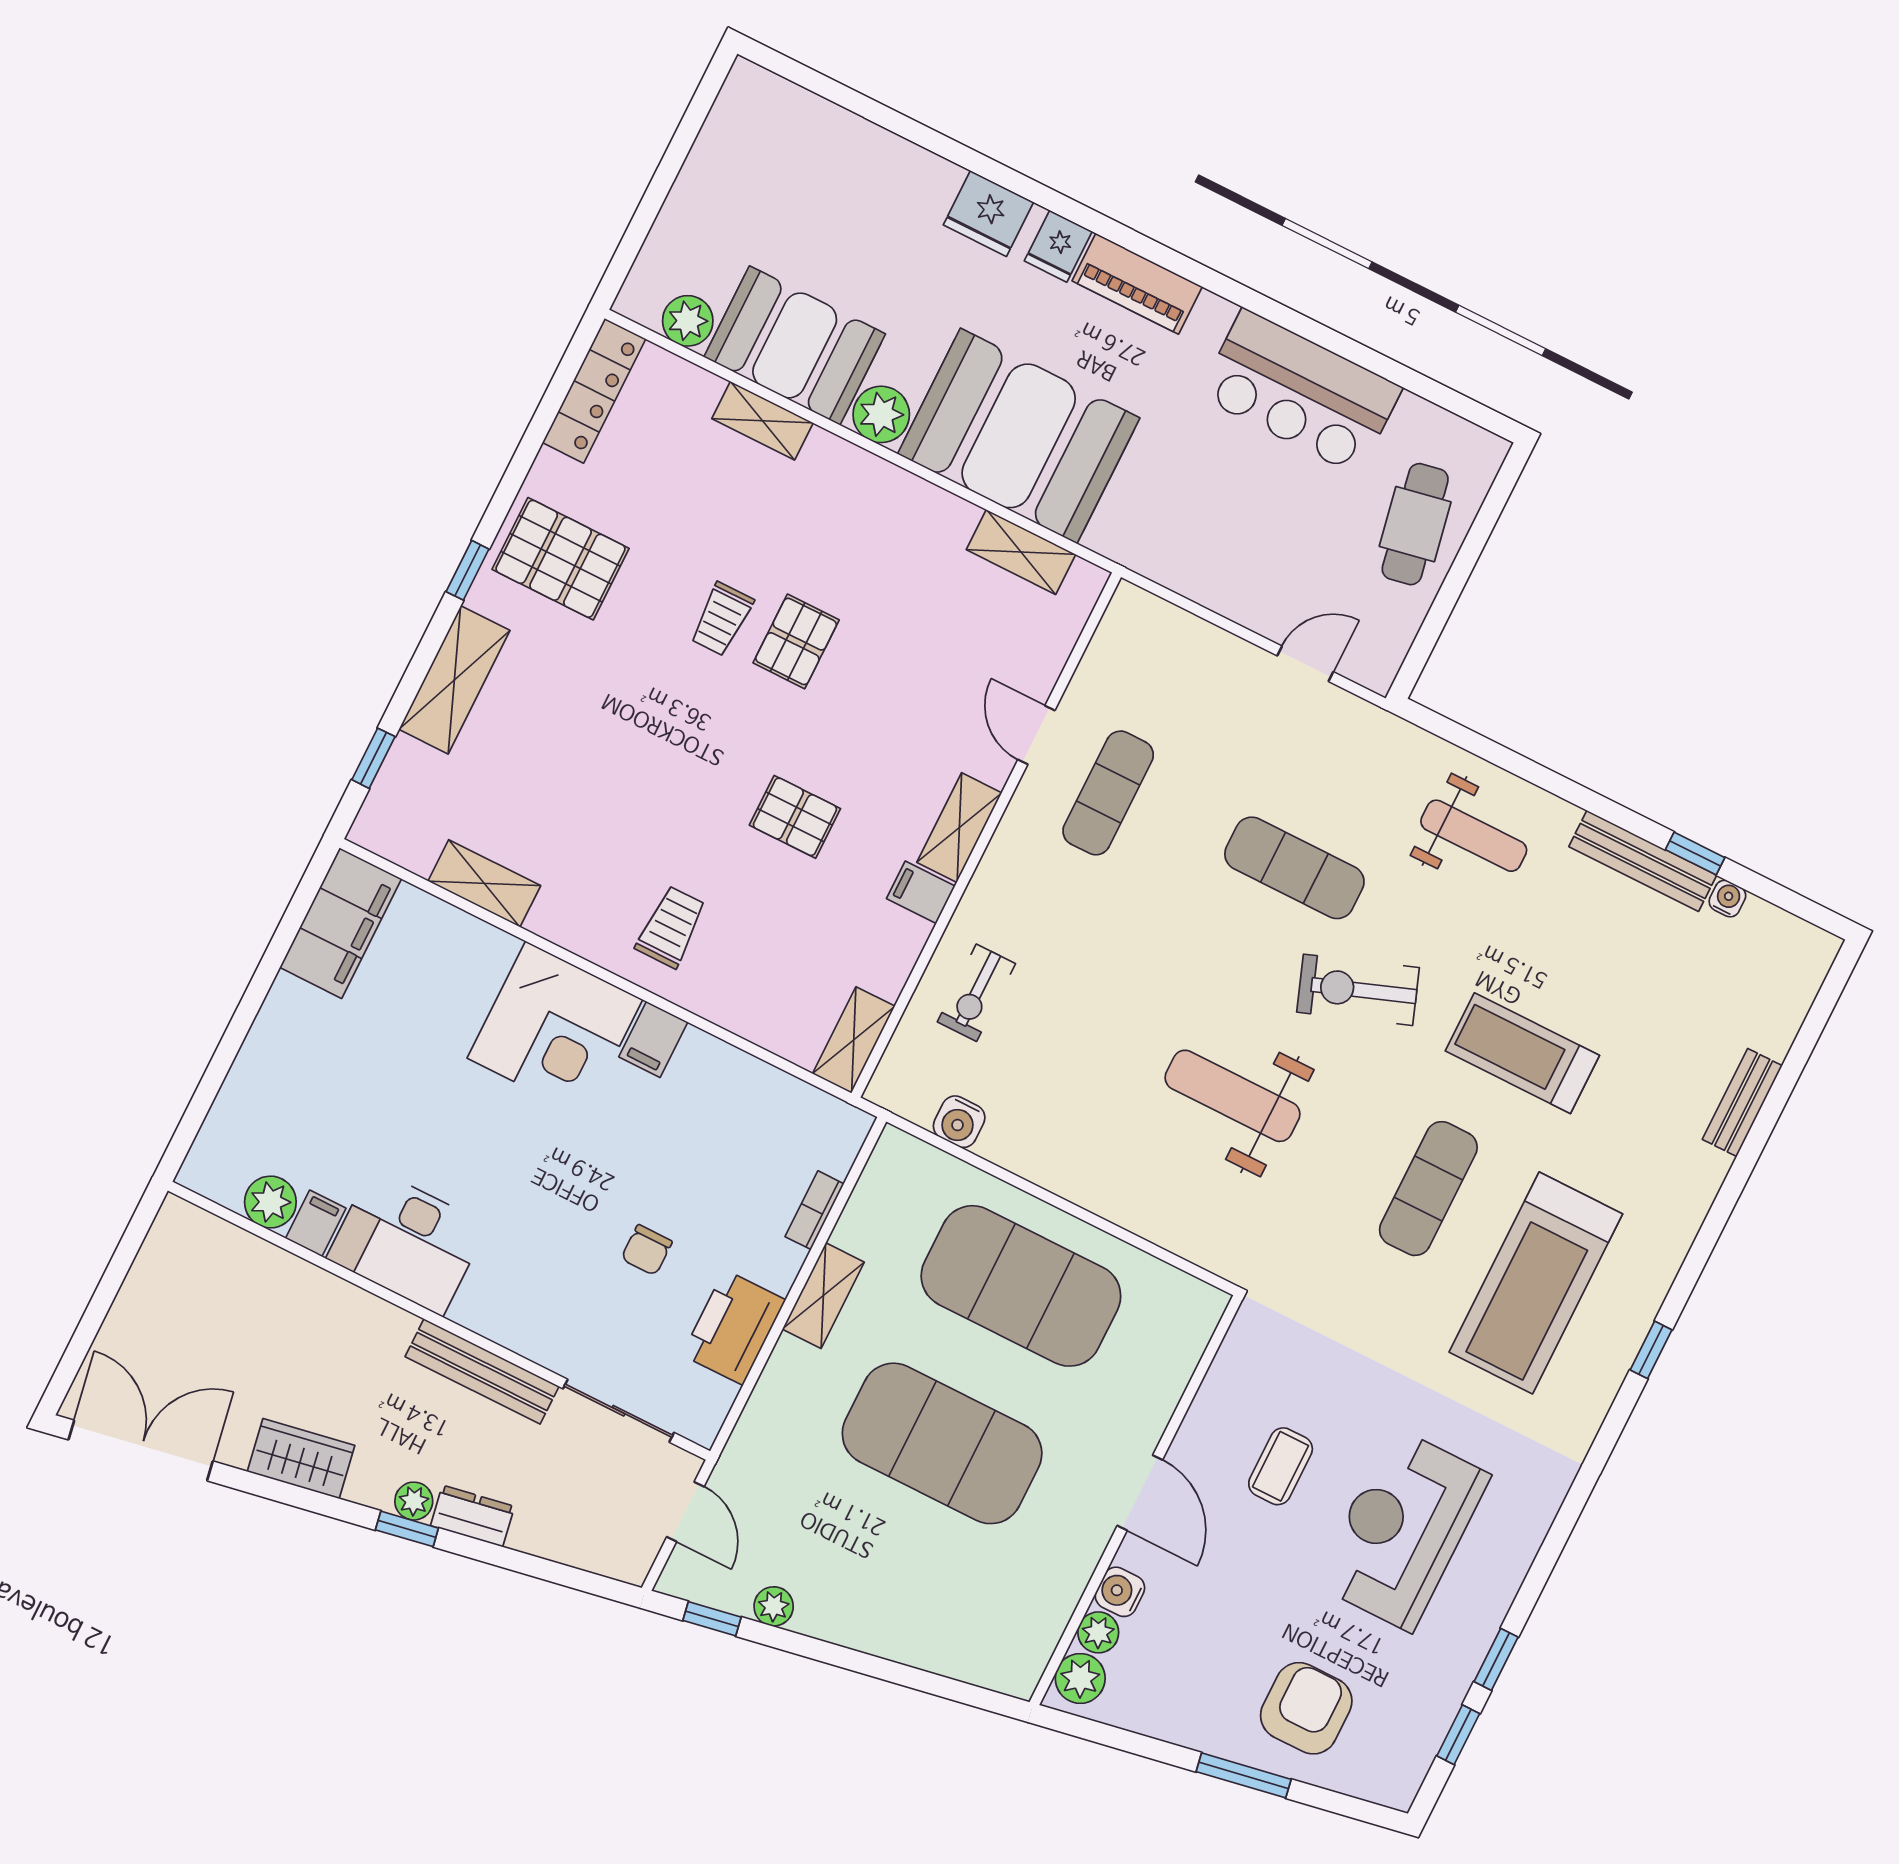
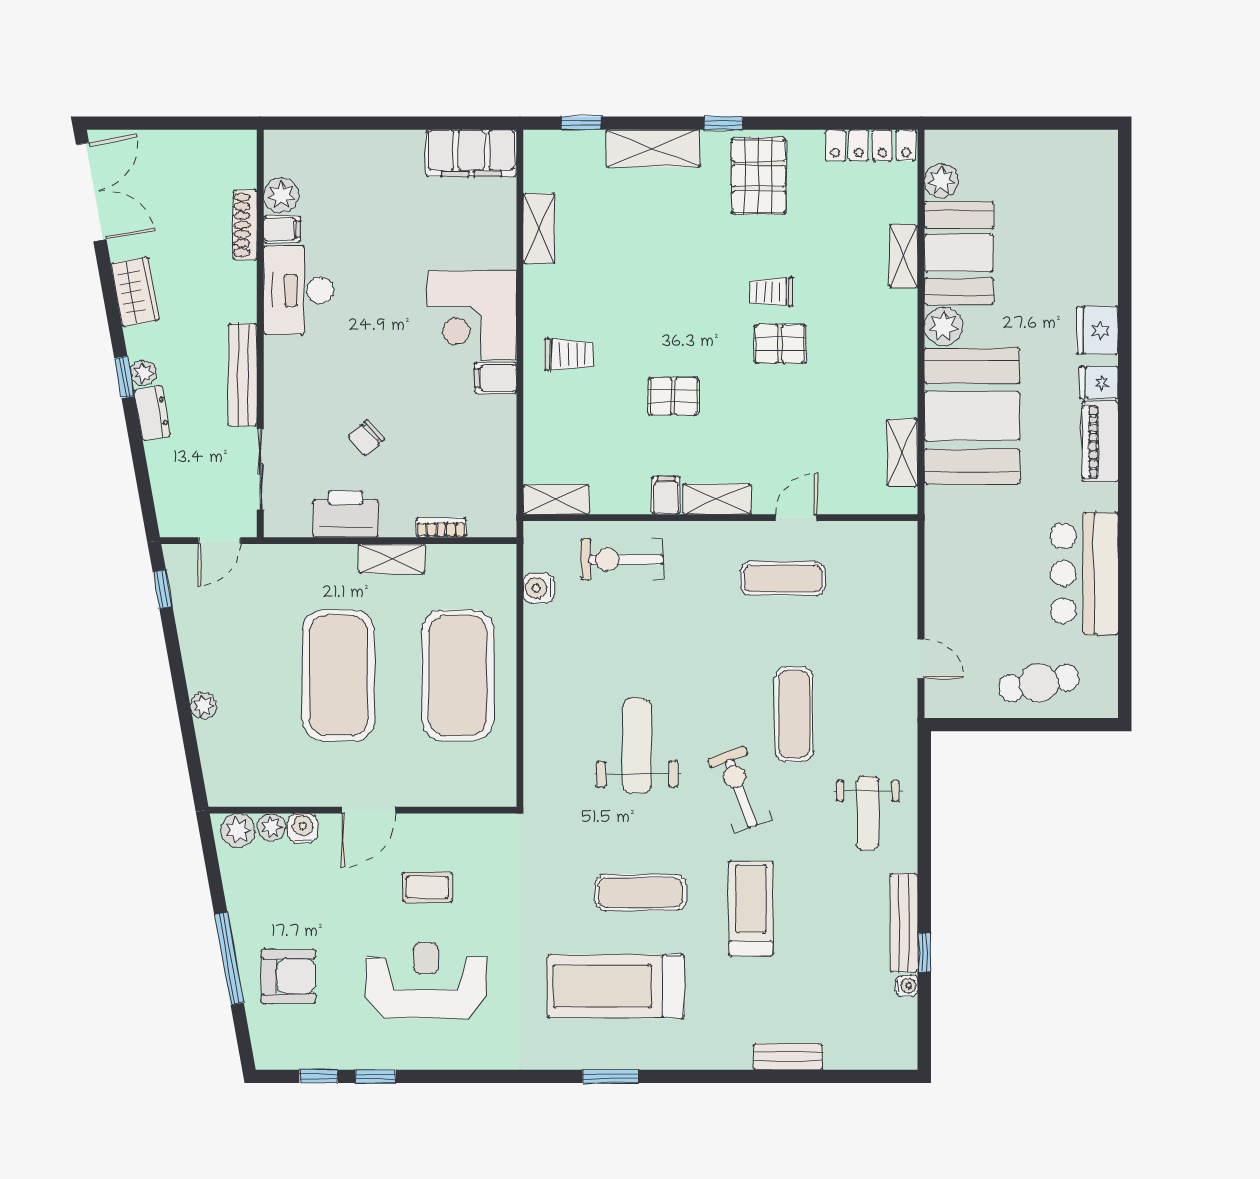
pallet: (795, 817) -> (673, 396), turned 90
exercise bike: (976, 993) -> (622, 559), width x1.38, depth x1.39
chair: (647, 1250) -> (366, 438), turned -42
shoe rack: (286, 1269) -> (245, 225), added
window: (1651, 1350) -> (610, 1076), width x1.50
plant: (774, 1606) -> (204, 706), moved
window: (1244, 1775) -> (229, 959), width x1.44

